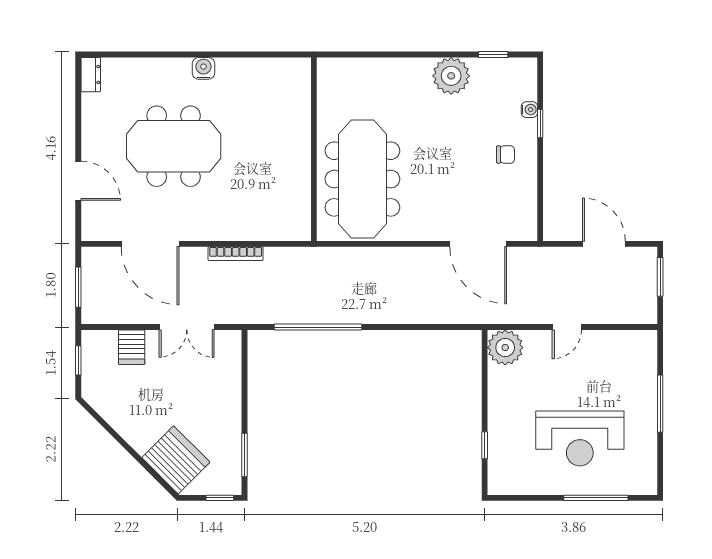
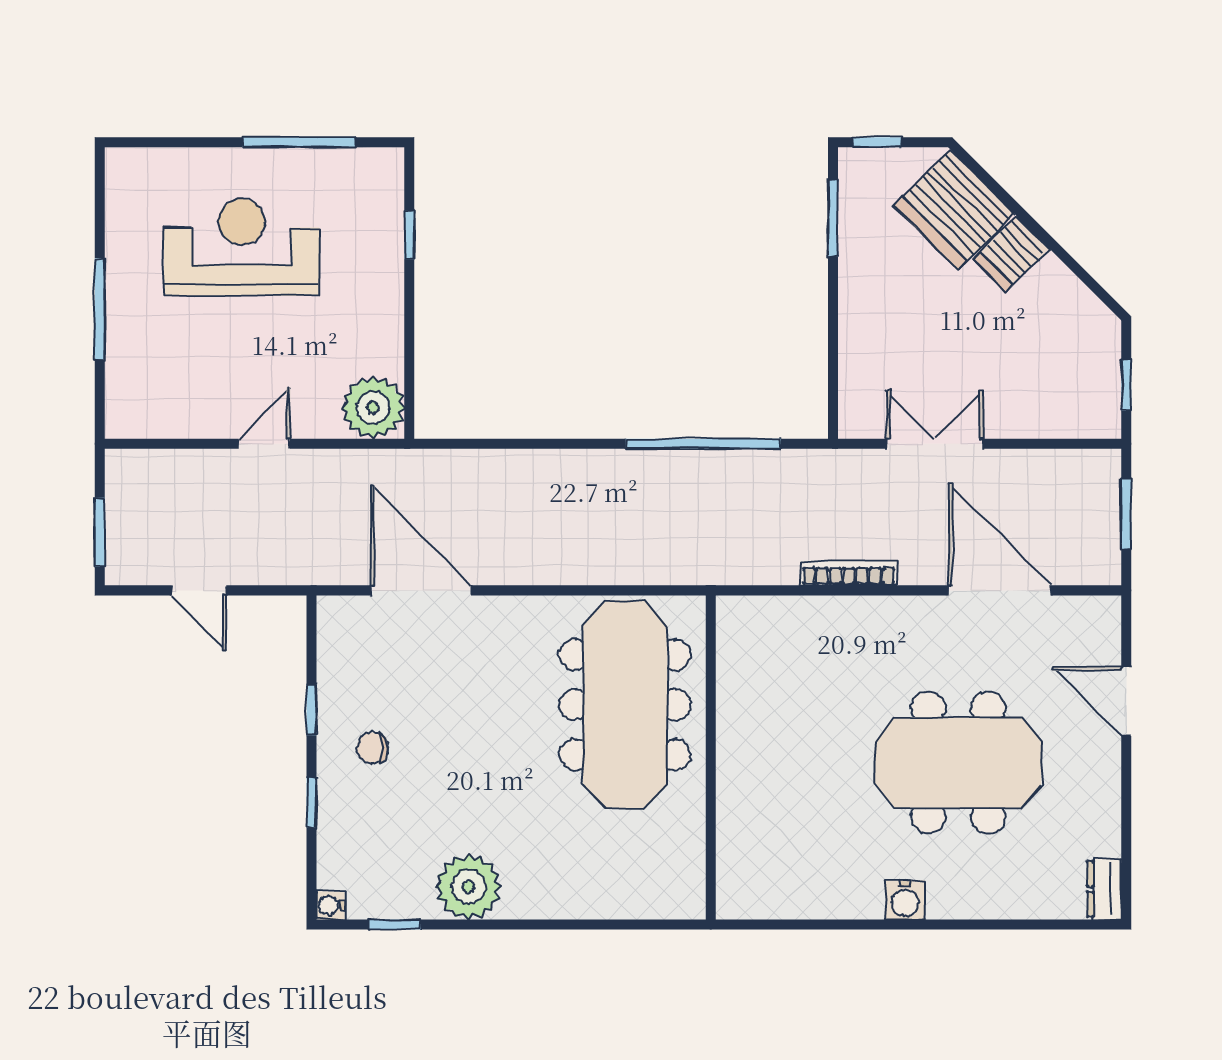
water cooler: (529, 110) -> (330, 905), moved
window: (540, 176) -> (312, 710), added
door: (604, 244) -> (199, 590), width x0.73
server rack: (132, 347) -> (1011, 254), moved, turned -135
window: (596, 498) -> (299, 142), moved

